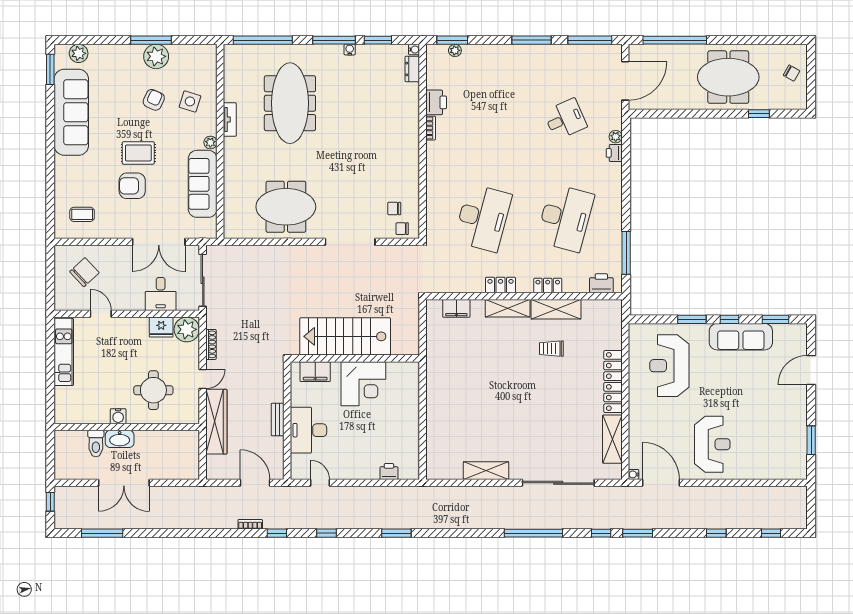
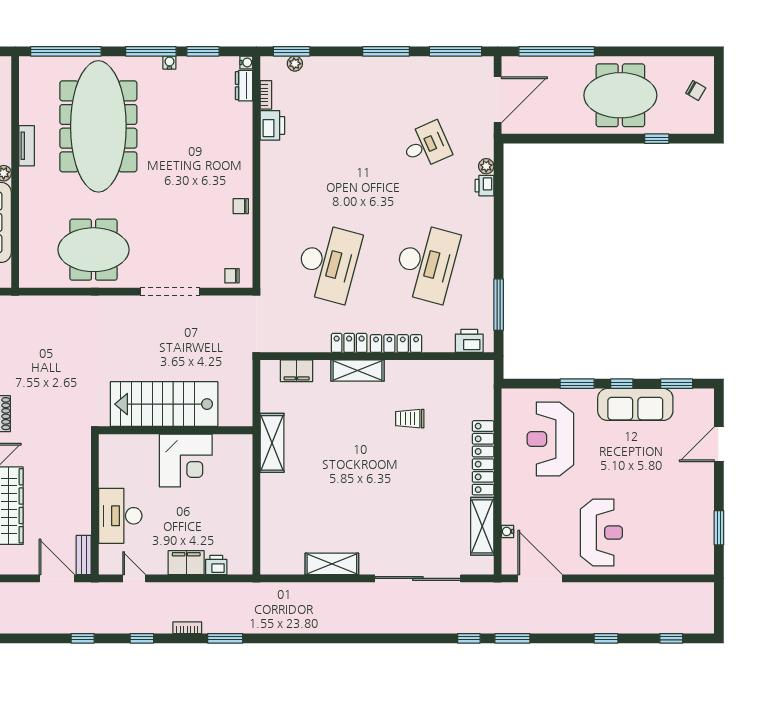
meeting table: (290, 103) -> (98, 126), width x1.36, depth x1.27
bookcase: (431, 128) -> (266, 95), moved
chair: (394, 209) -> (241, 206), moved
locker: (548, 286) -> (396, 344), width x1.53
shelving: (556, 309) -> (272, 443), moved, turned 90
filing cabinet: (315, 372) -> (186, 563), moved, turned 180
bench: (278, 420) -> (84, 555), moved
water cooler: (634, 474) -> (508, 531), moved
bookcase: (250, 524) -> (187, 628), moved
window: (533, 533) -> (388, 638), removed

